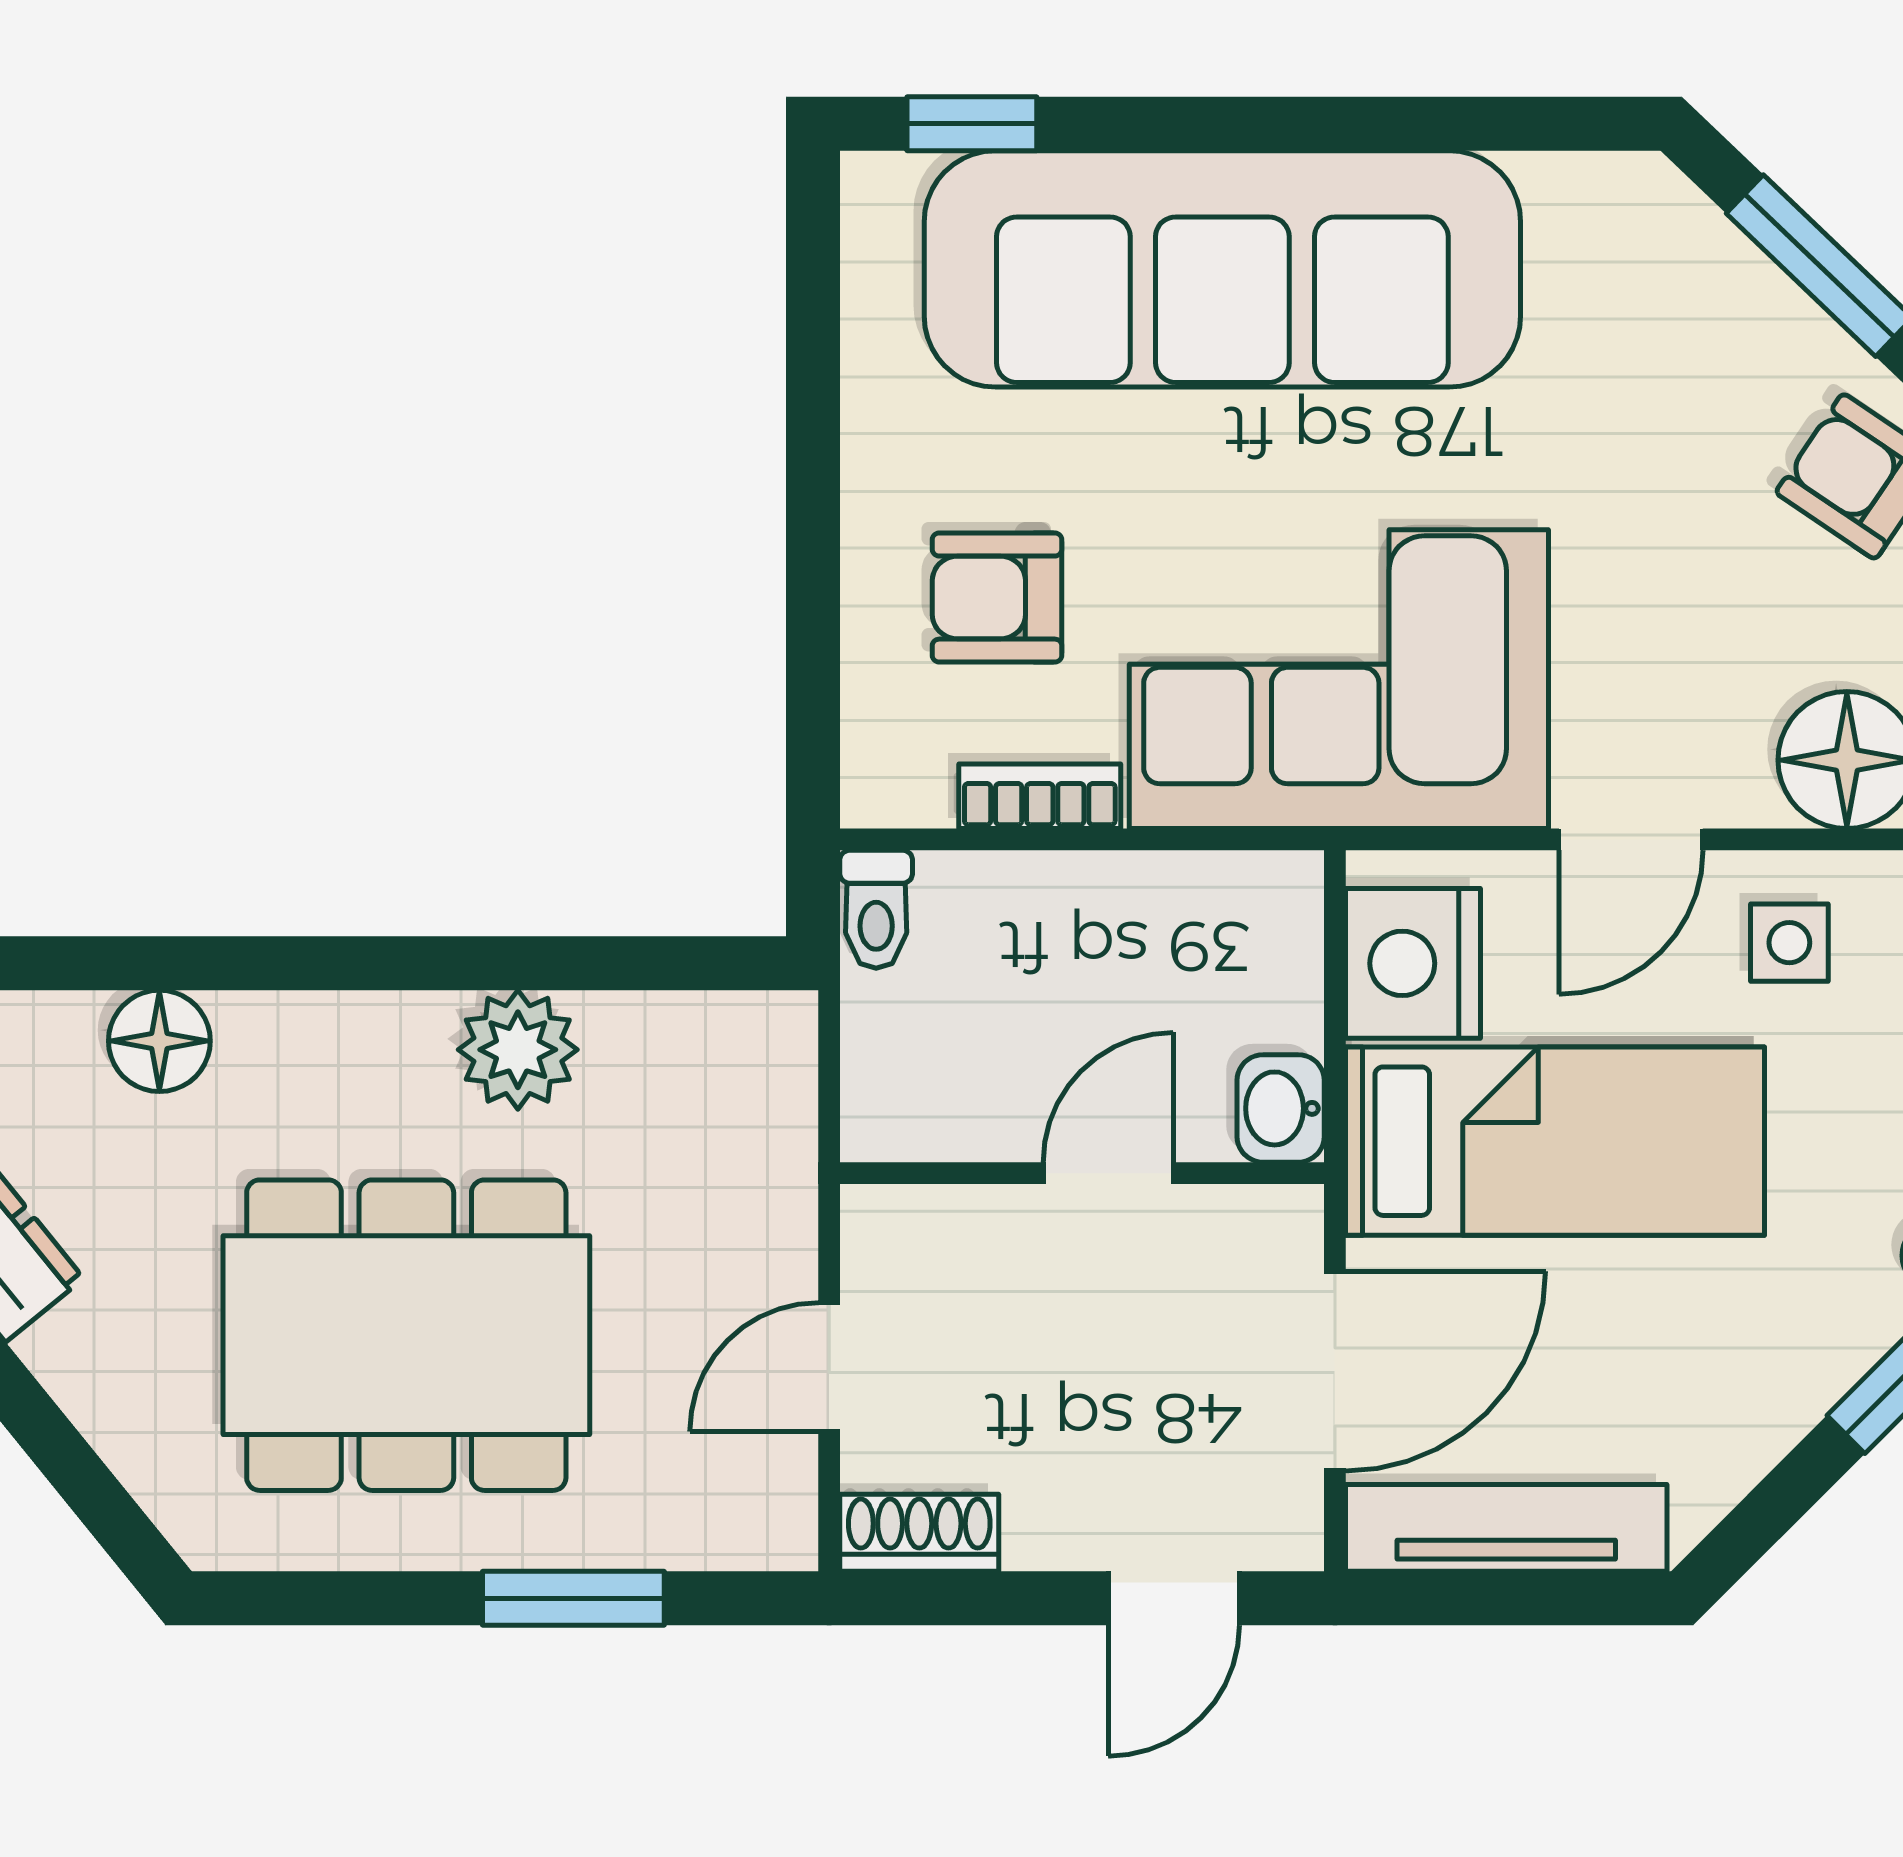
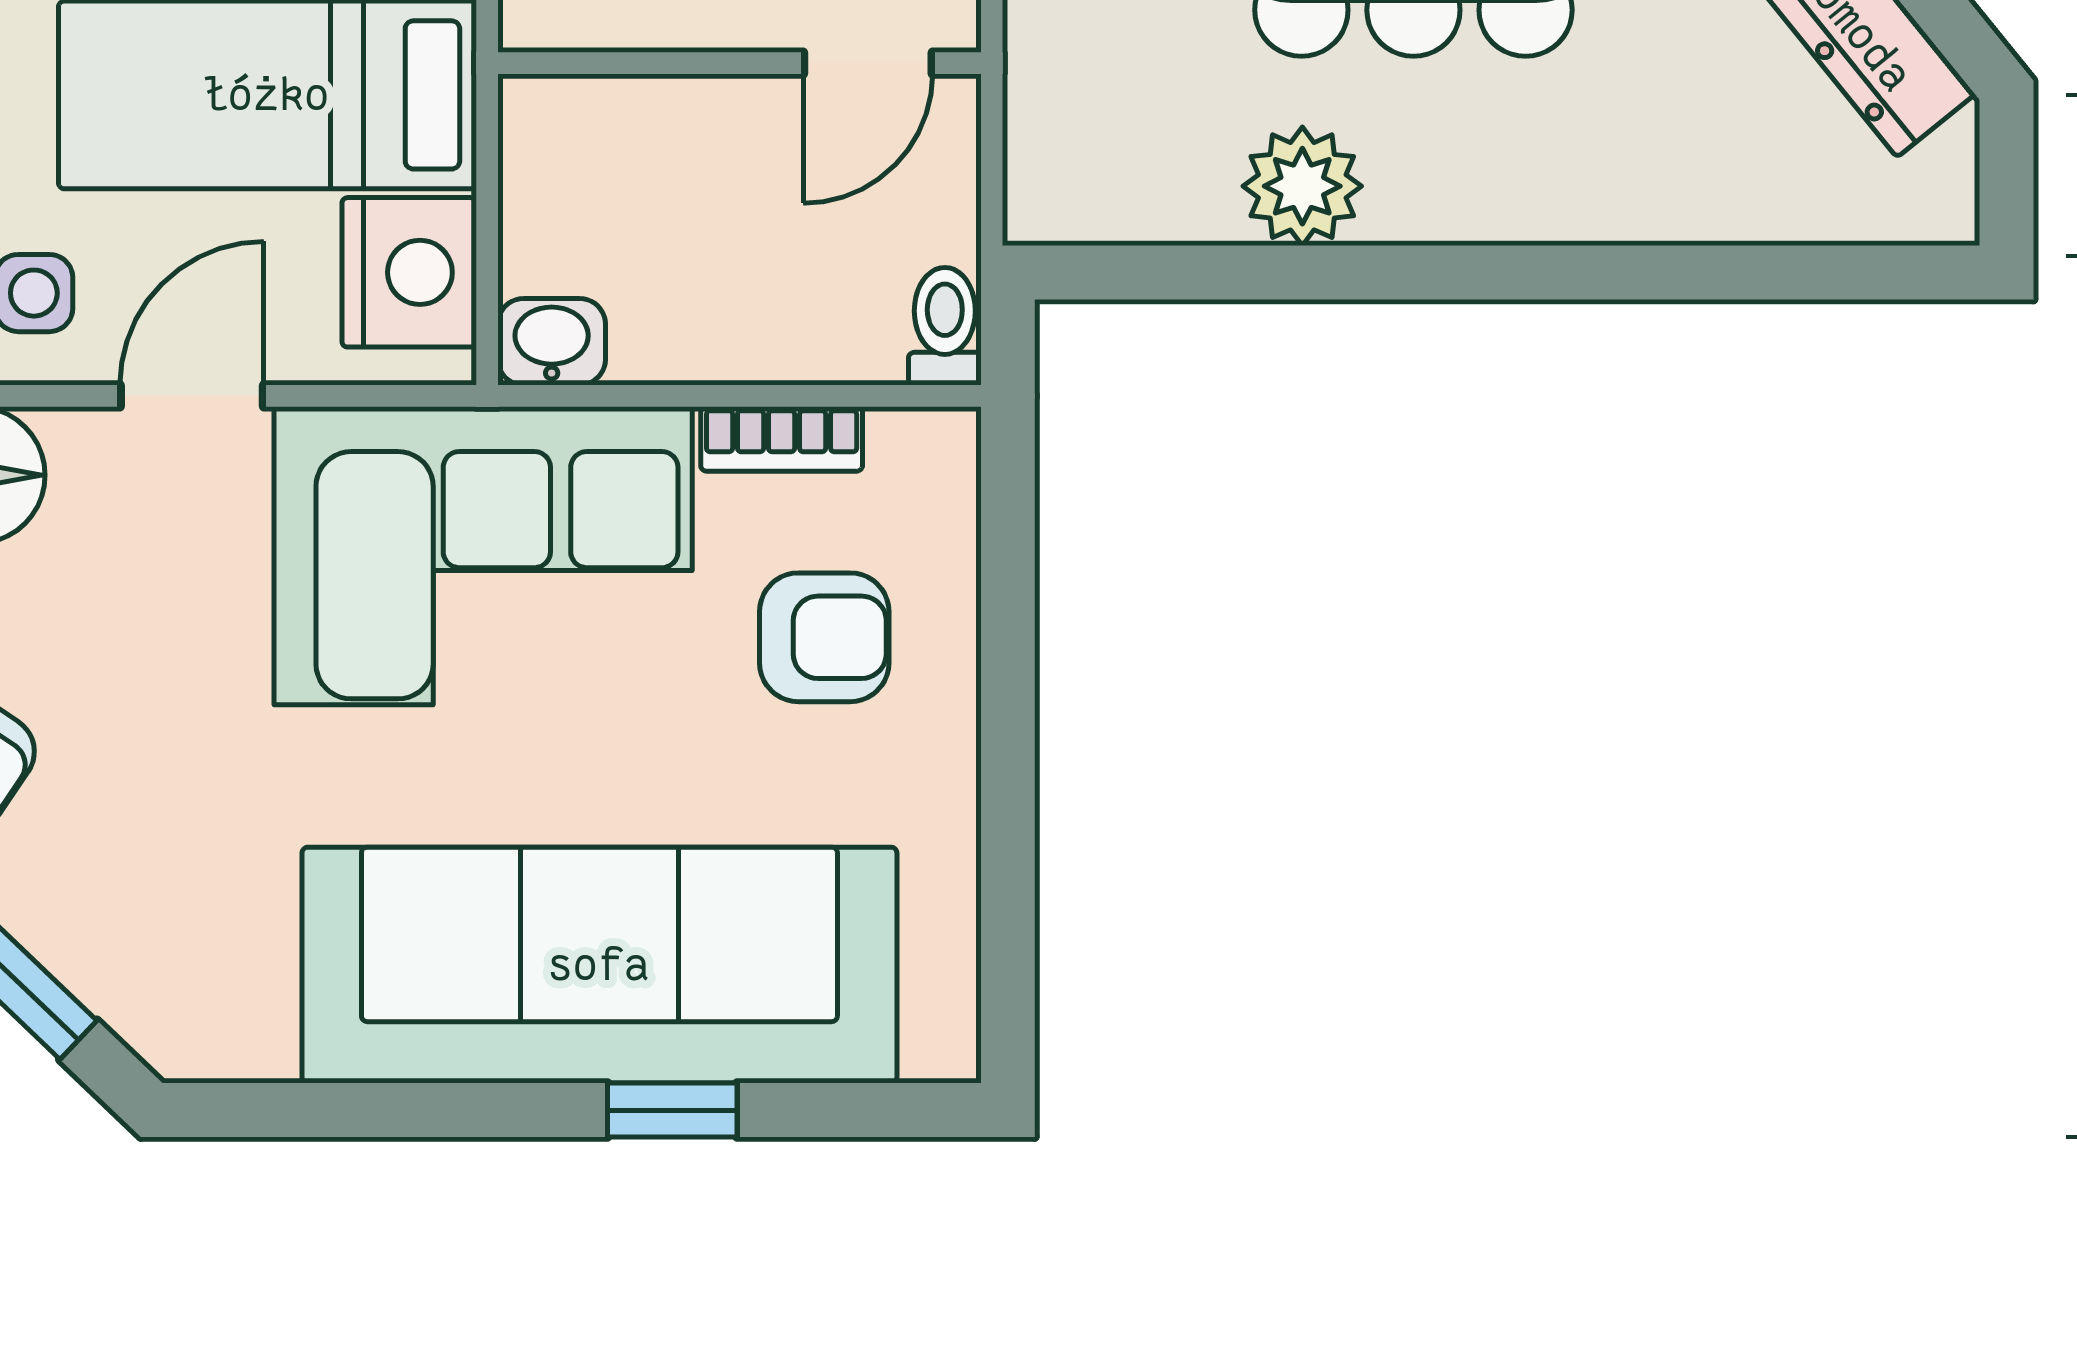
window: (972, 124) -> (672, 1110), moved
floor lamp: (159, 1041) -> (1660, 195), removed
washbasin: (1281, 1108) -> (552, 342), moved, turned -90
door: (1108, 1173) -> (868, 63), moved

